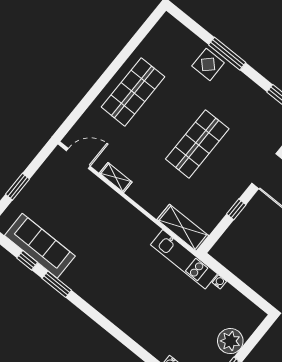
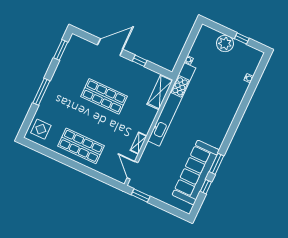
display table: (208, 64) -> (41, 129), moved
window: (17, 187) -> (141, 196), moved
sofa: (40, 246) -> (196, 172), width x1.36, depth x1.27
kitchen unit: (184, 259) -> (172, 104), width x1.86

